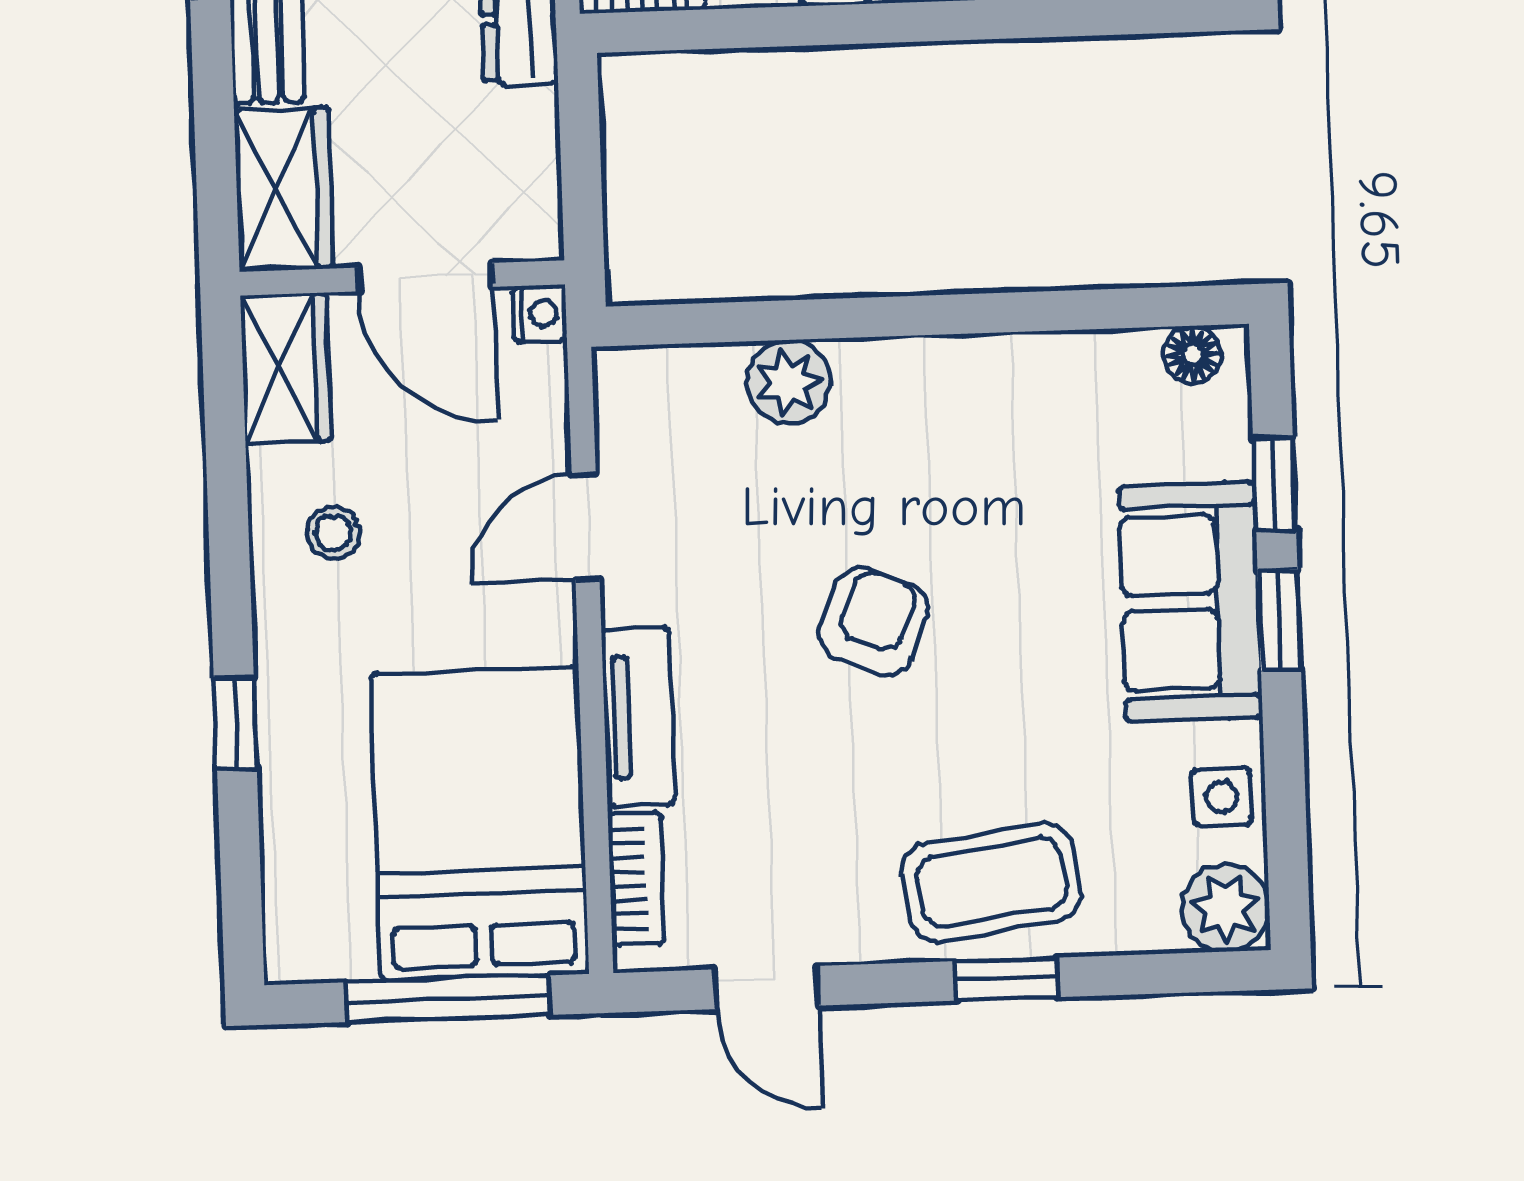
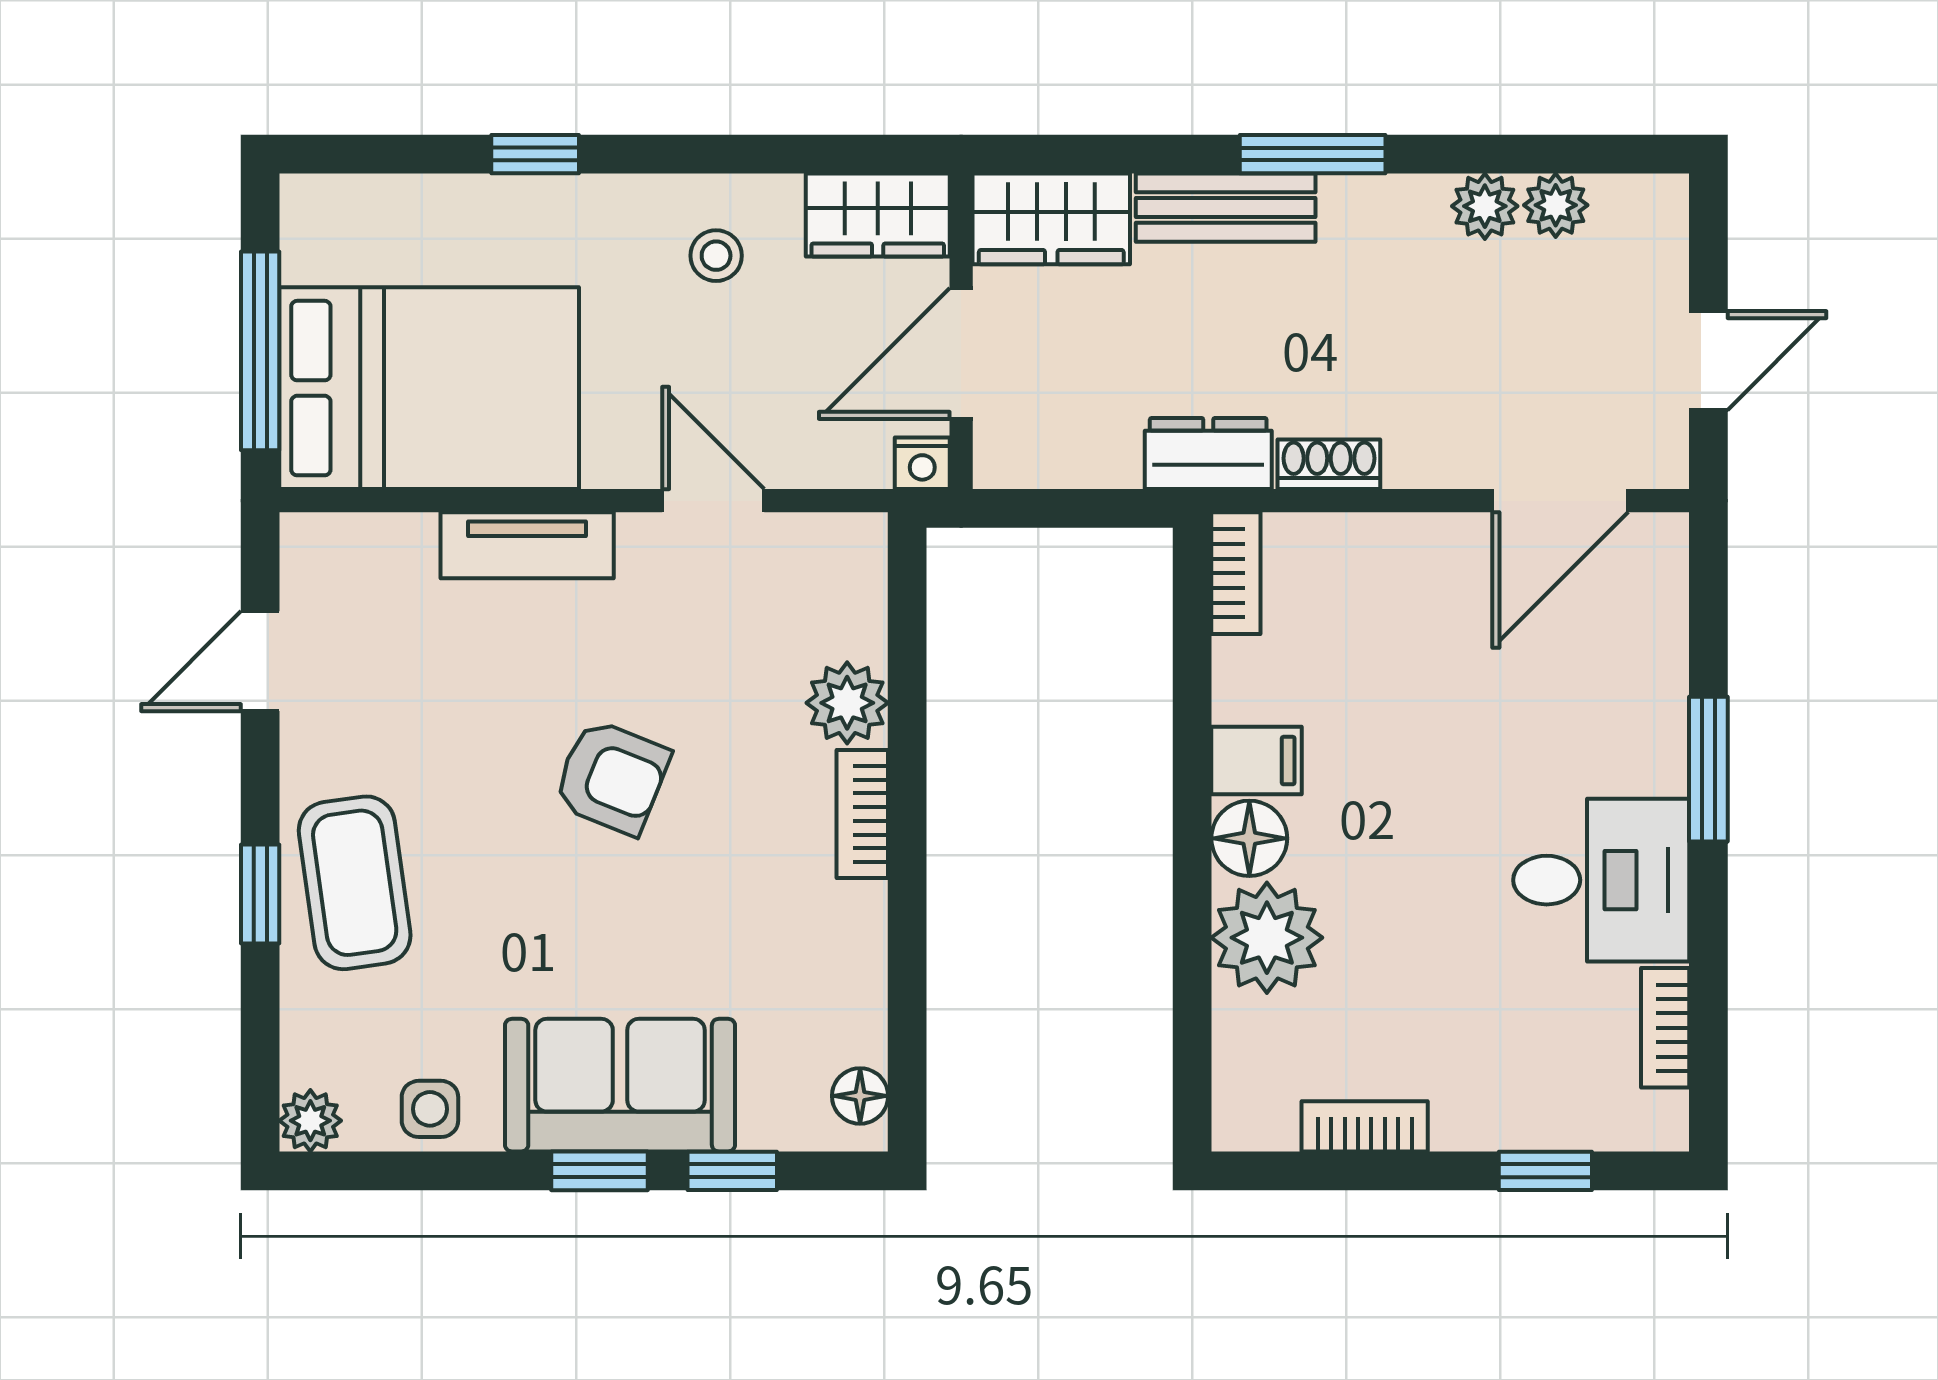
bookcase: (636, 879) -> (862, 814), moved, turned 90
plant: (1226, 908) -> (310, 1121), width x0.73, depth x0.73

